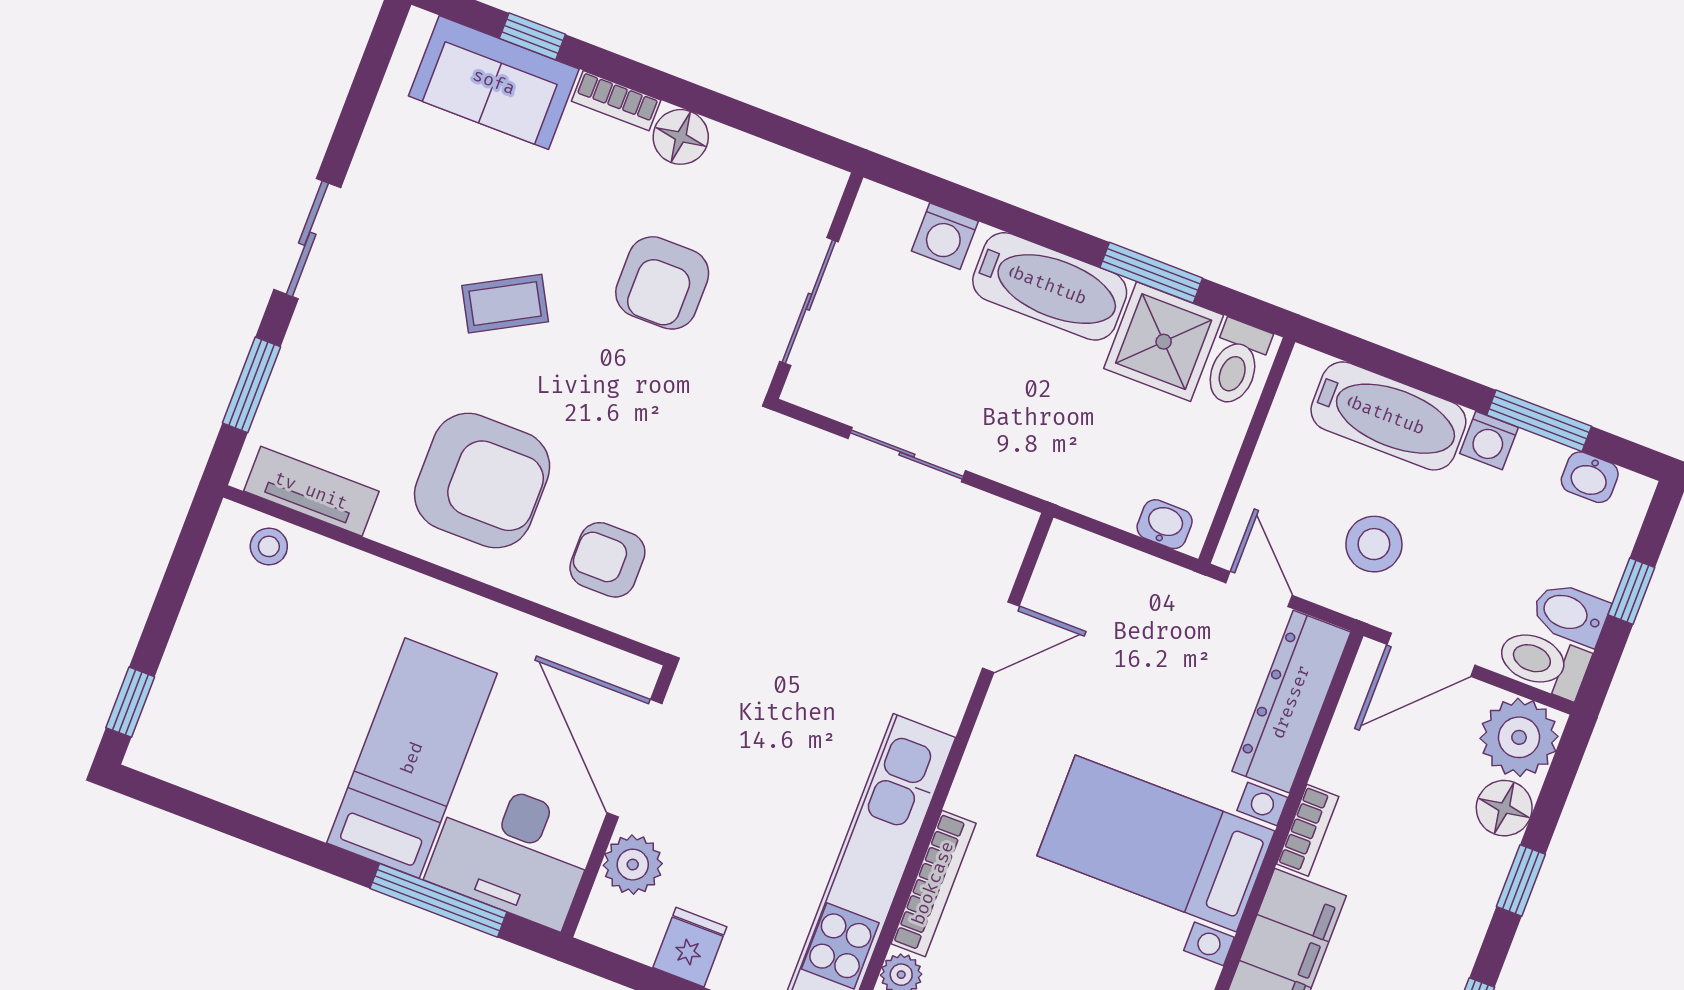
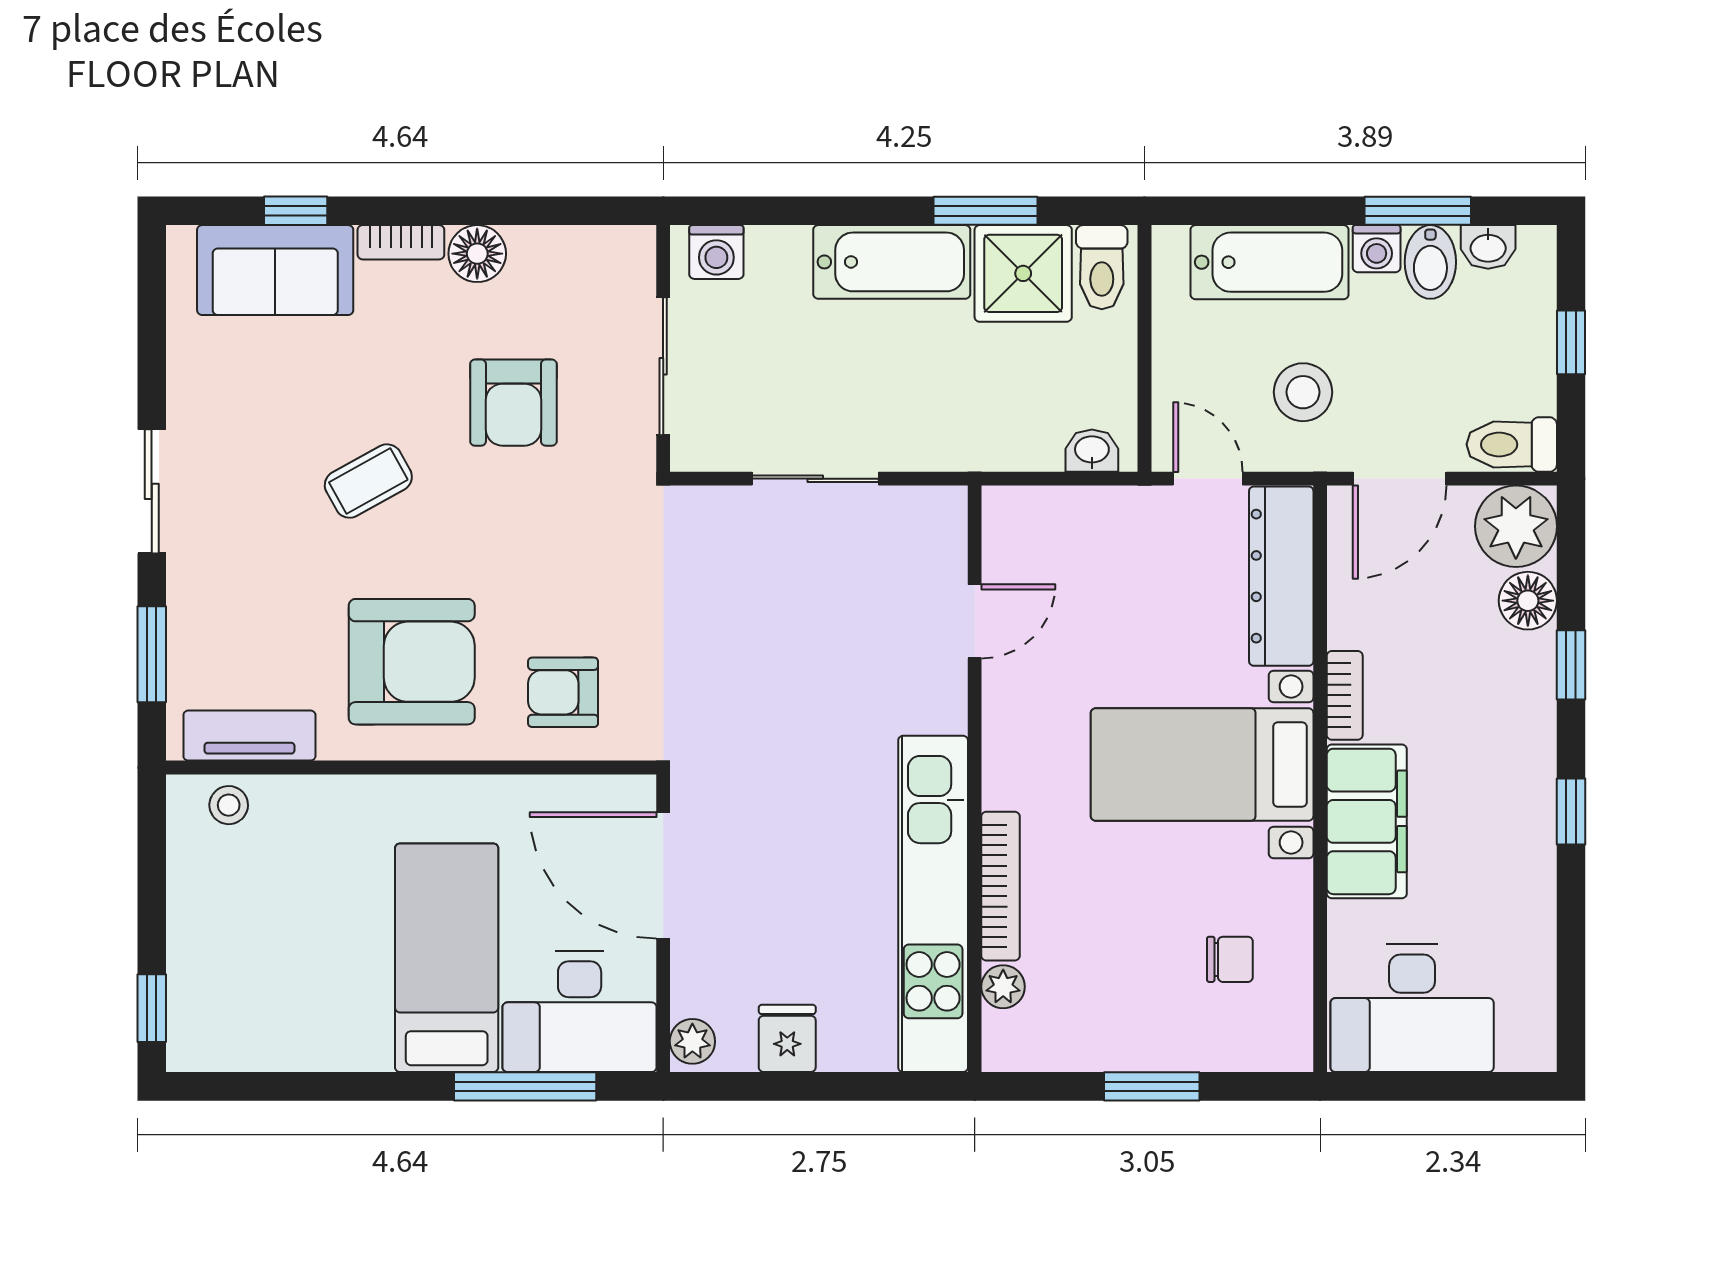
washing machine: (945, 236) -> (716, 252), moved
bidet: (1570, 614) -> (1430, 262), moved, turned -90
plant: (633, 865) -> (692, 1041), moved, width x0.73, depth x0.73

